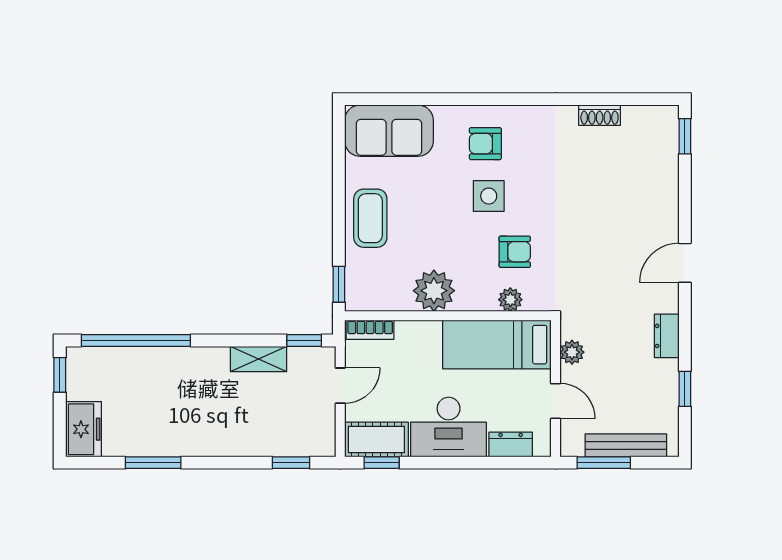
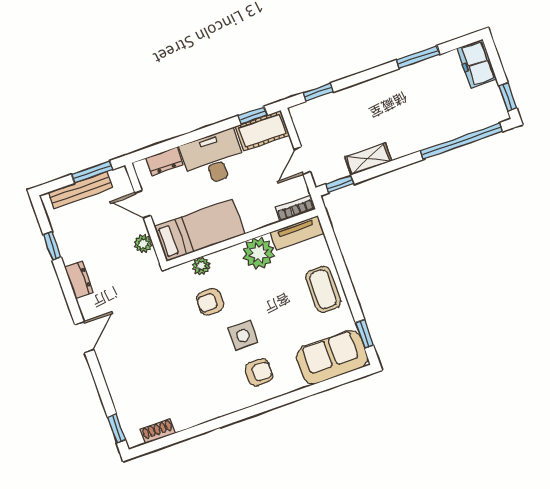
shoe rack: (600, 115) -> (158, 431), moved
window: (339, 284) -> (364, 334), moved
tv unit: (378, 299) -> (297, 233), added

